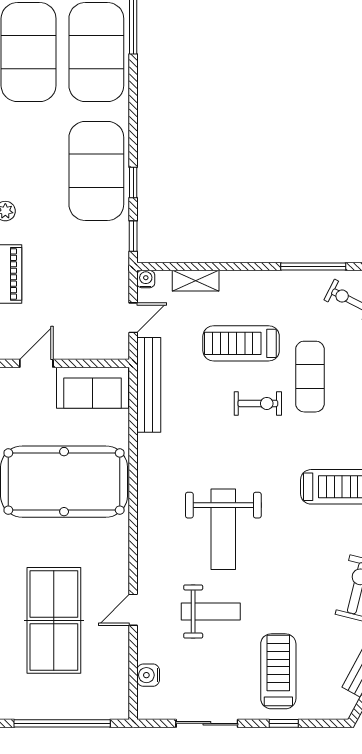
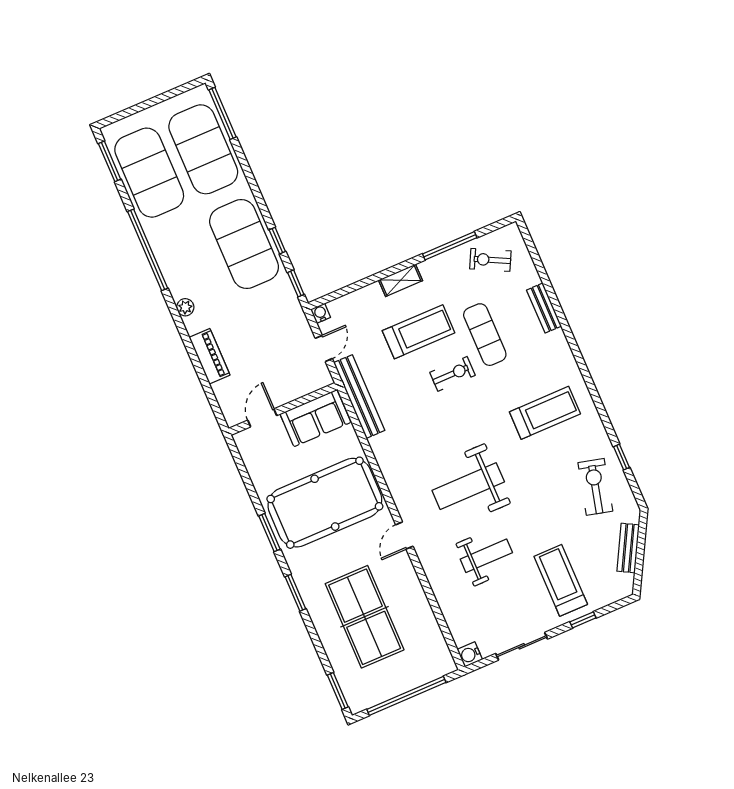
shelving: (196, 281) -> (401, 280), moved
treadmill: (241, 343) -> (419, 332), turned 180
weight bench: (223, 529) -> (468, 486), turned 90
door: (133, 610) -> (404, 535), moved
water cooler: (148, 675) -> (470, 654), moved

